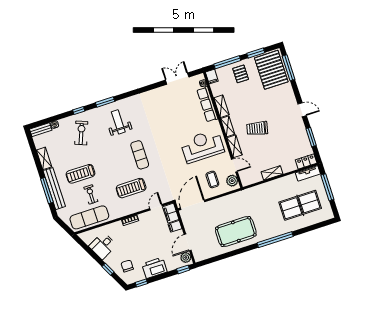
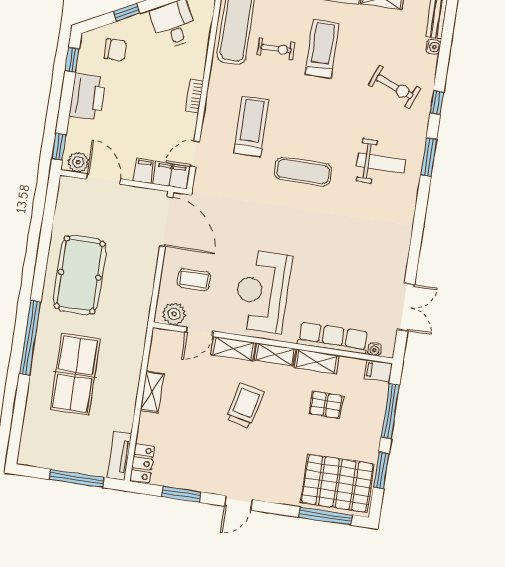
pallet: (241, 74) -> (326, 405), moved
reception desk: (202, 146) -> (263, 291), turned 180
table tennis table: (300, 205) -> (75, 374), moved
door: (156, 207) -> (195, 154), swing flipped

